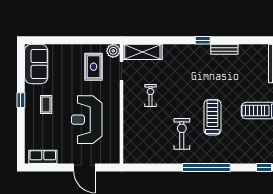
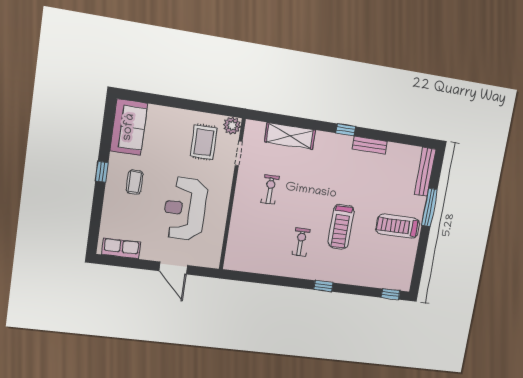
shelving: (142, 52) -> (290, 136), moved
treadmill: (212, 117) -> (341, 227), turned 180
exercise bike: (182, 134) -> (301, 242), width x0.73, depth x0.72
window: (206, 167) -> (323, 286), width x0.32

